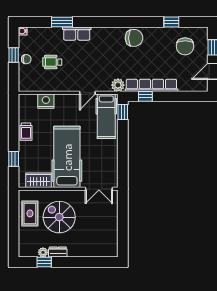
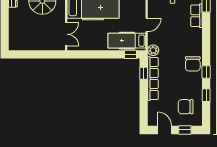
window: (144, 22) -> (206, 72), added
door: (87, 93) -> (147, 25), swing flipped
double door: (99, 189) -> (66, 34), swing flipped

